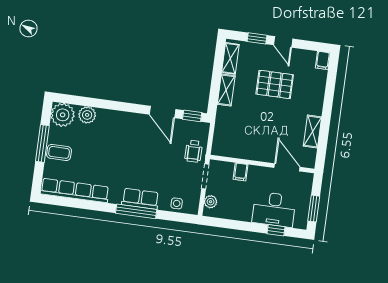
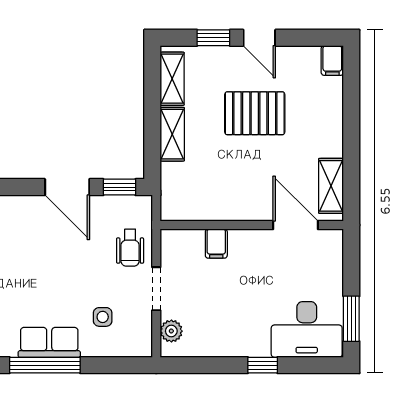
wall: (262, 164) -> (252, 225), moved
door: (287, 167) -> (295, 225), moved
filing cabinet: (241, 172) -> (216, 244), moved
side table: (177, 203) -> (103, 317), moved
desk: (274, 209) -> (307, 329), moved
window: (276, 230) -> (263, 365), moved

